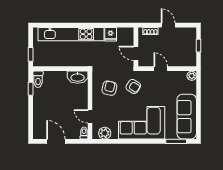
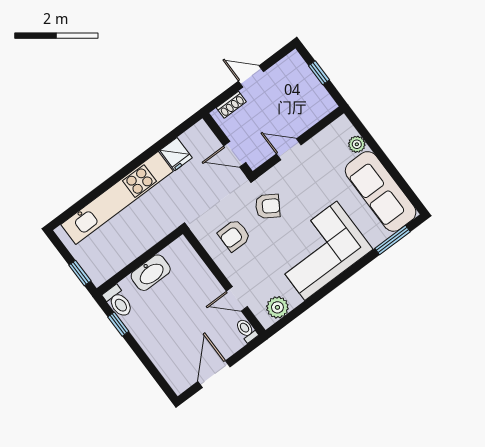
plant: (192, 76) -> (357, 144), moved
washbasin: (78, 77) -> (151, 273), moved
armchair: (109, 88) -> (234, 235), turned -104
door: (56, 141) -> (214, 374), hinge flipped

